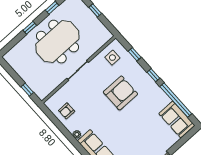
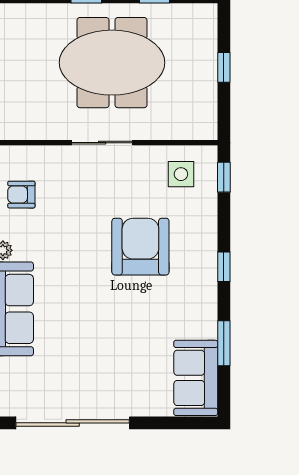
window: (135, 54) -> (224, 177), moved
armchair: (120, 93) -> (140, 247), turned -90
window: (176, 100) -> (224, 343), width x0.47

